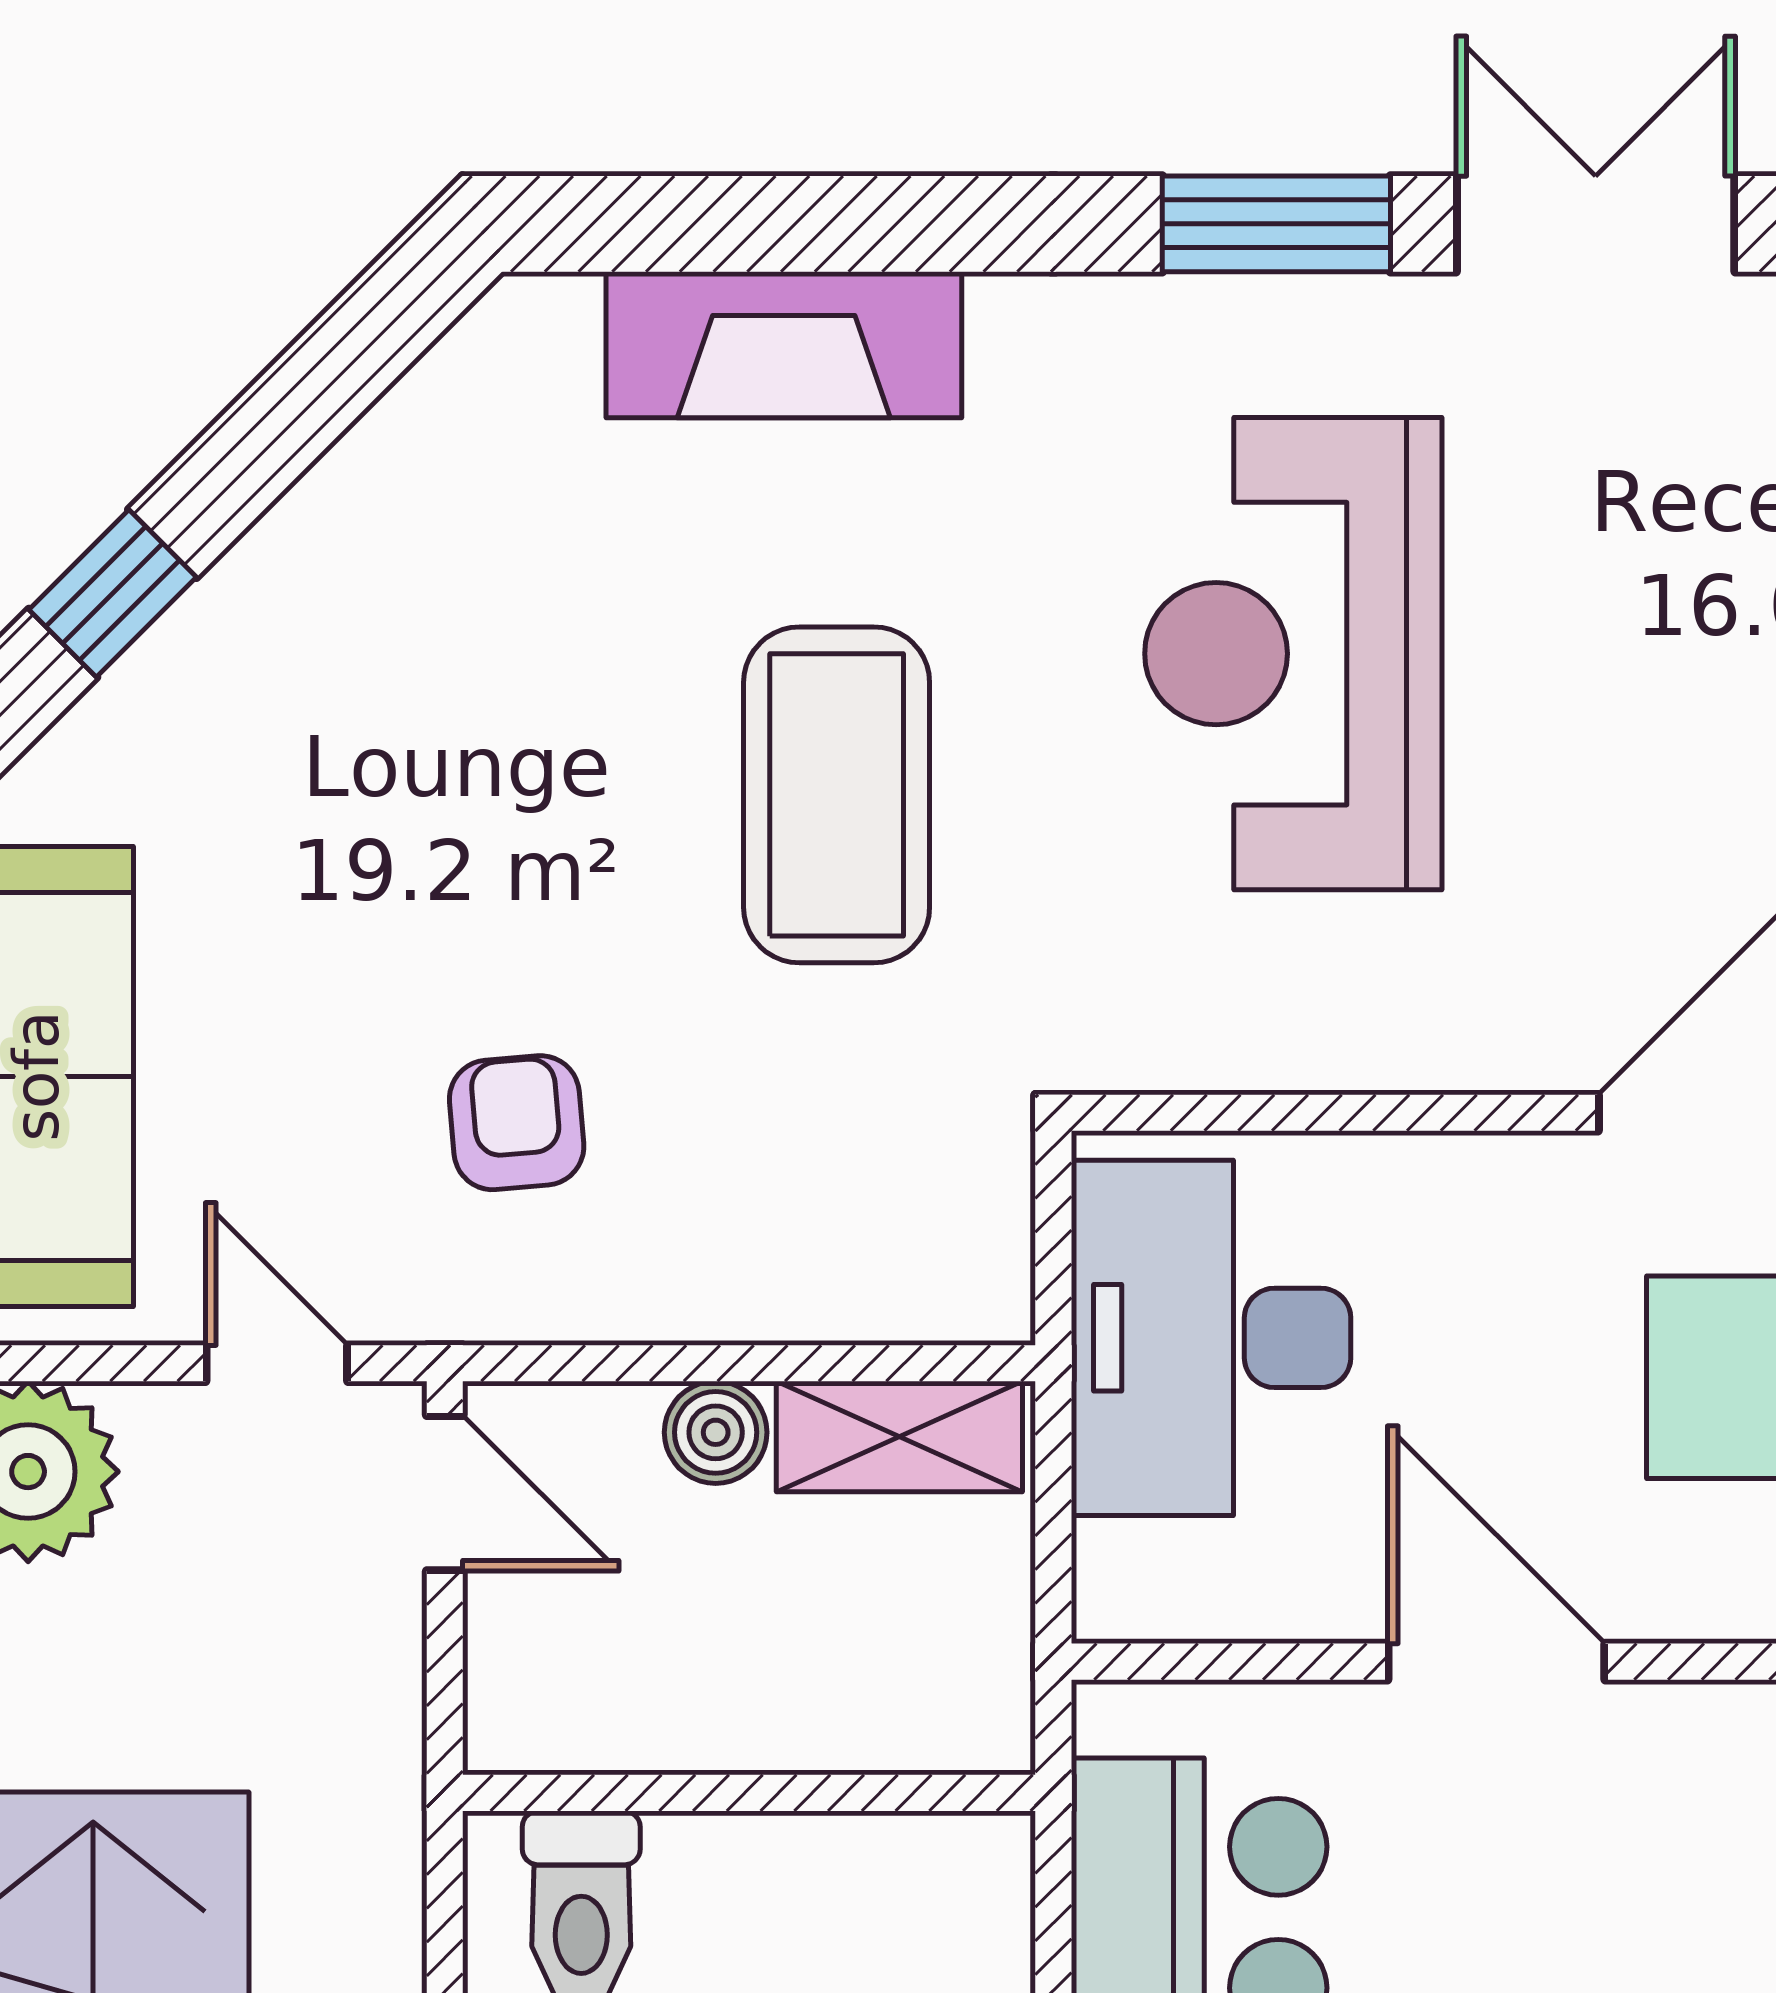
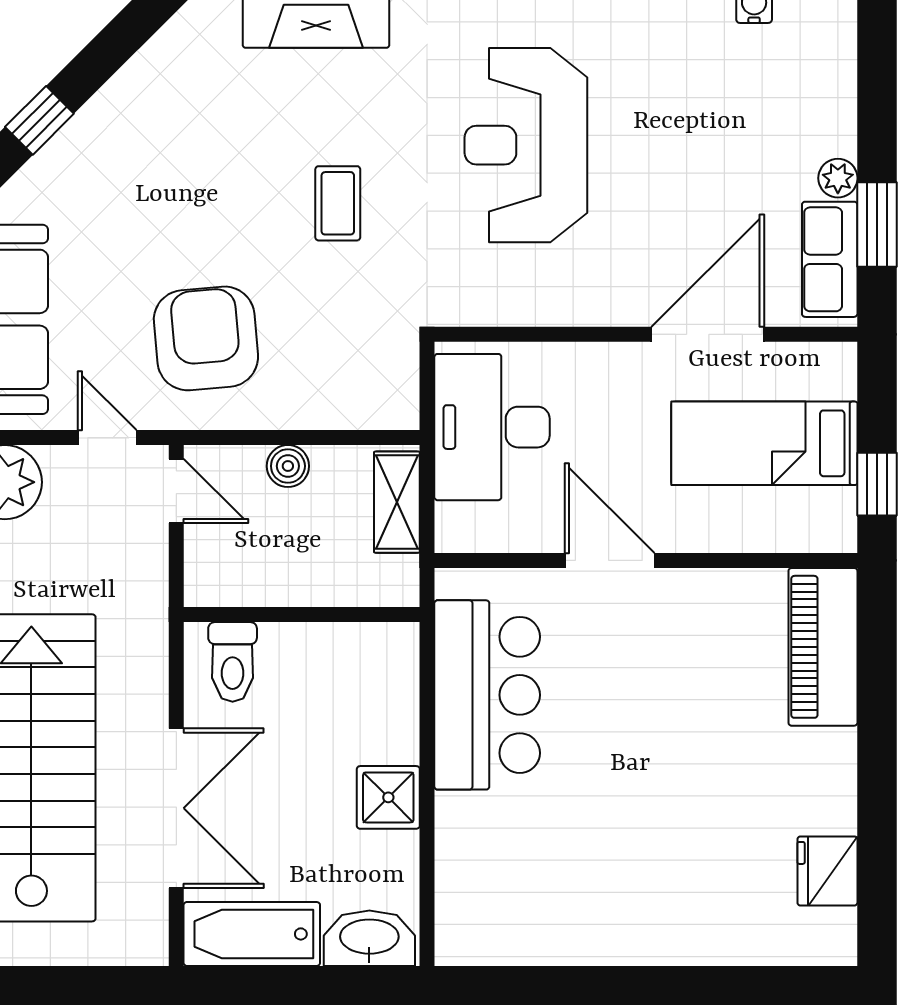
coffee table: (837, 795) -> (338, 203), width x0.54, depth x0.58
armchair: (517, 1123) -> (206, 338), width x1.88, depth x1.88
shelving: (899, 1437) -> (397, 502), moved, turned 90

